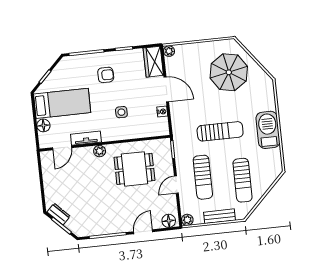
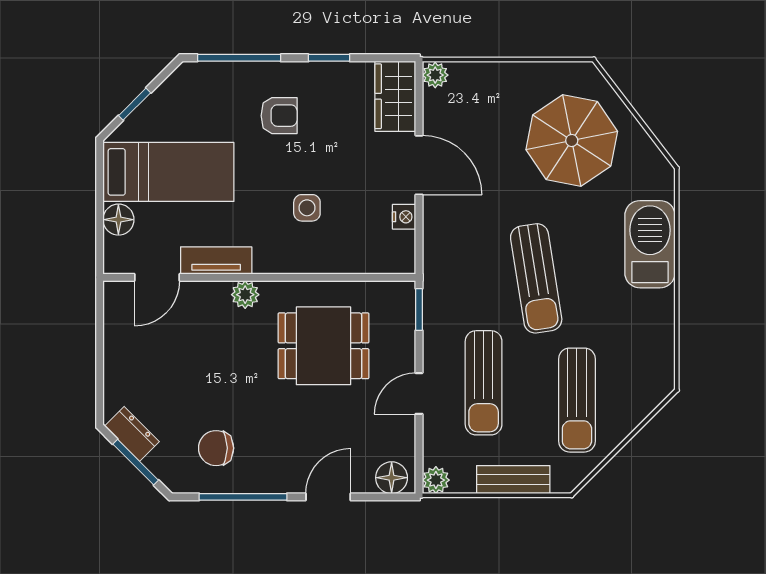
barbecue: (268, 130) -> (650, 244), moved
sun lounger: (220, 131) -> (536, 278), turned 81
chair: (94, 216) -> (216, 448), added

